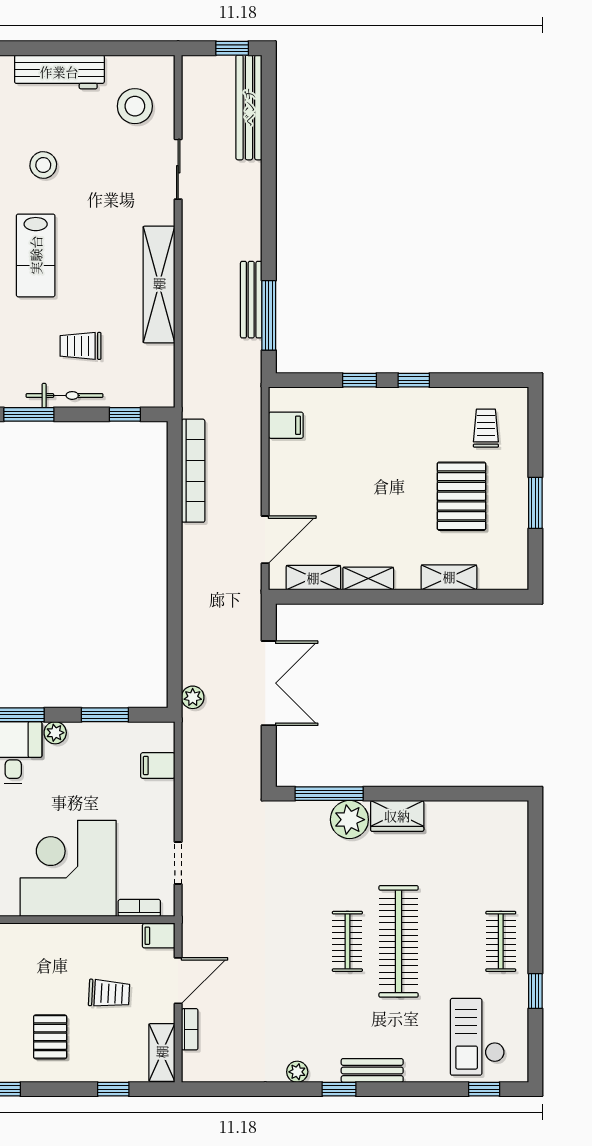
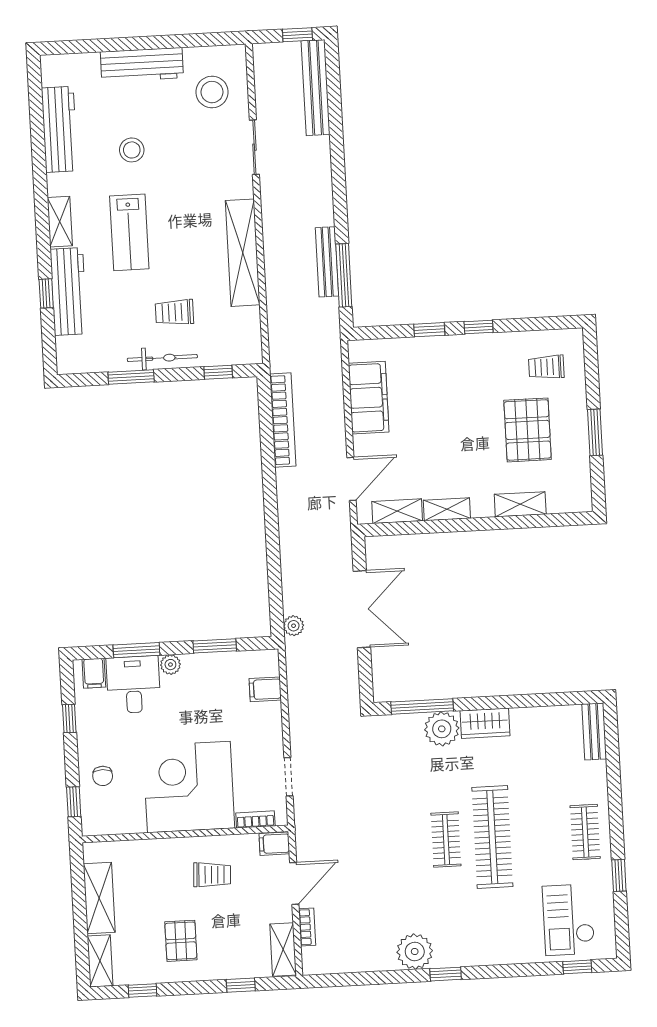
filing cabinet: (286, 425) -> (369, 398), width x3.00, depth x1.17
trolley: (486, 428) -> (546, 367), turned -90
trolley: (109, 993) -> (212, 875), moved
bench: (372, 1070) -> (594, 732), moved, turned 90
plant: (297, 1072) -> (415, 951), width x1.88, depth x1.88

